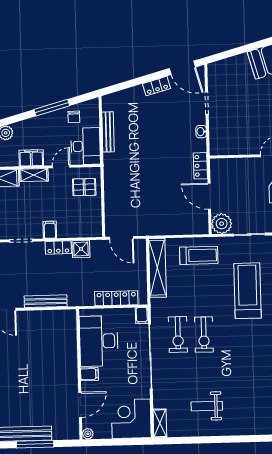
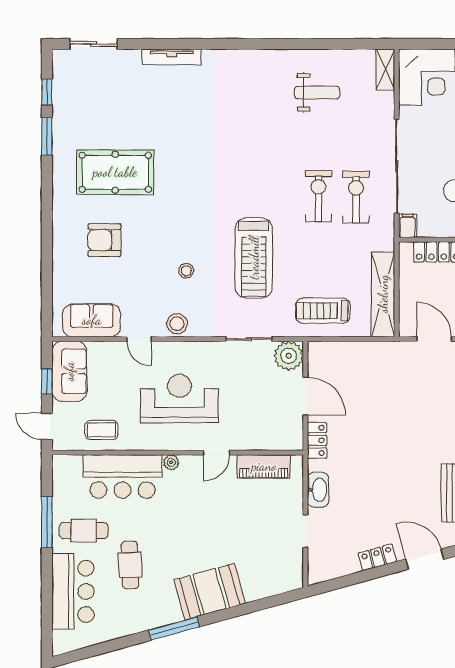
door: (182, 68) -> (425, 559), moved
washbasin: (201, 132) -> (318, 490), width x1.91, depth x1.45
piano: (237, 147) -> (264, 466), added

